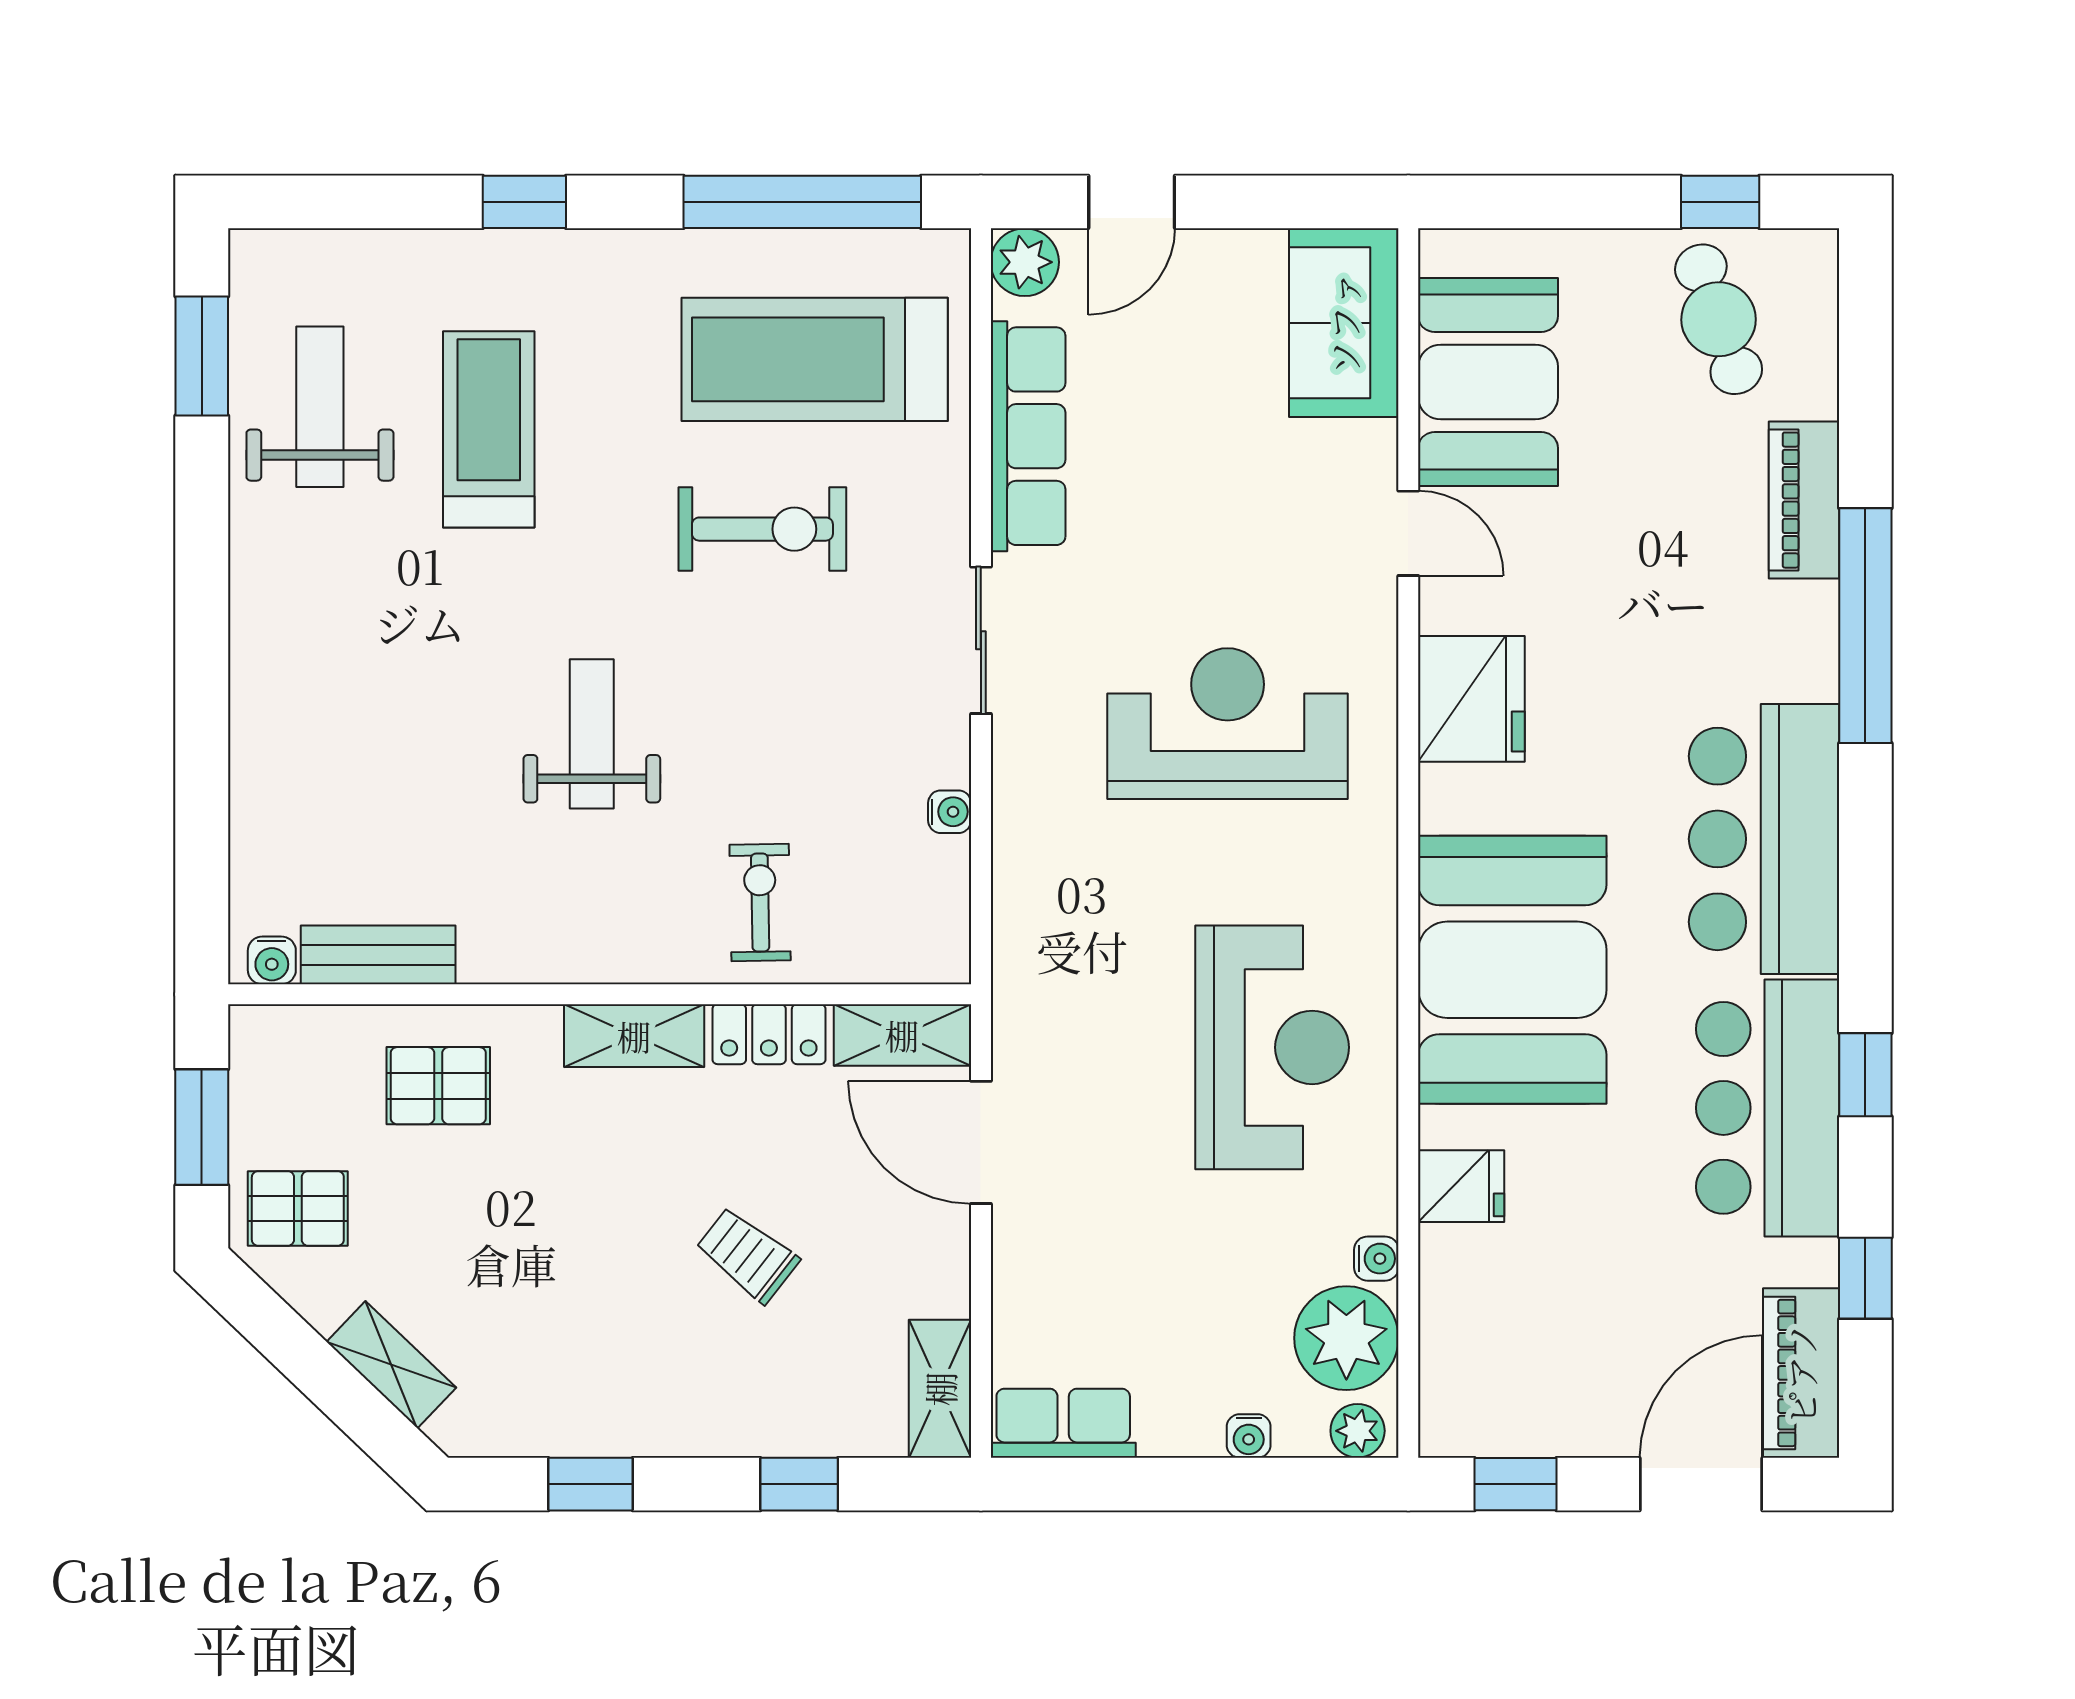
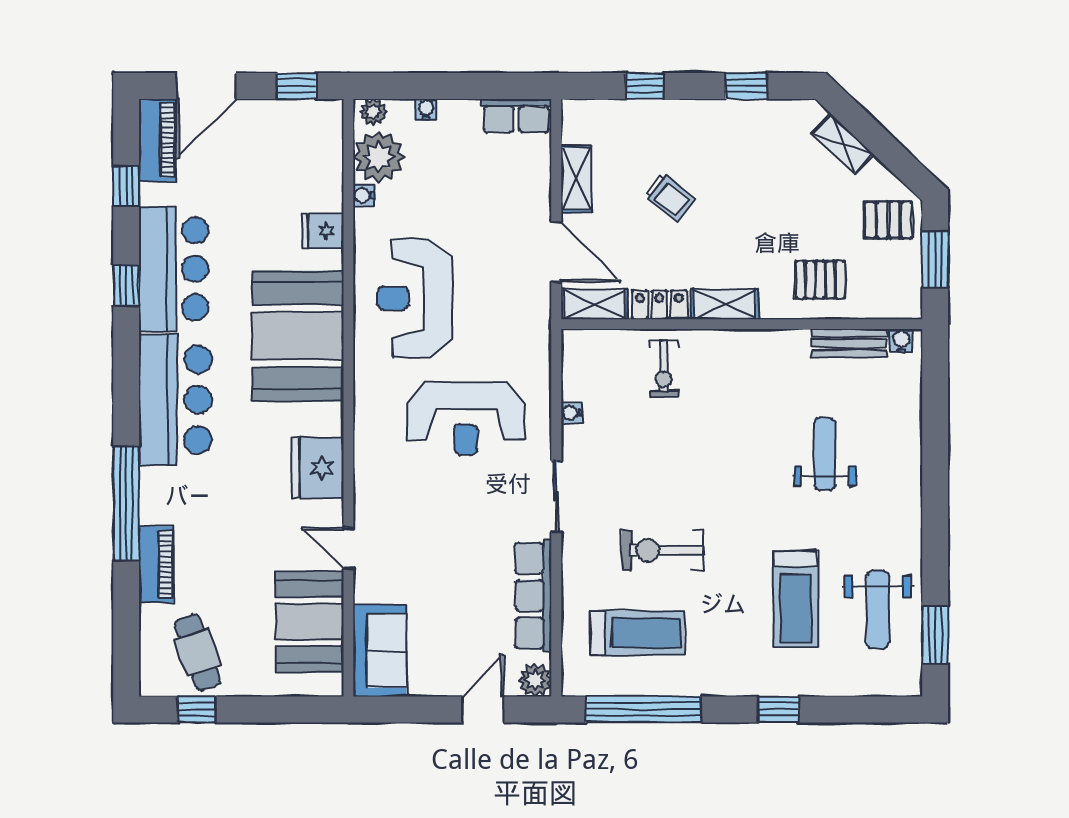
treadmill: (815, 359) -> (637, 633), width x0.73, depth x0.73
reception desk: (1228, 724) -> (466, 418), moved
weight bench: (592, 734) -> (825, 454), moved, turned 180
shelving: (940, 1389) -> (576, 179), moved

